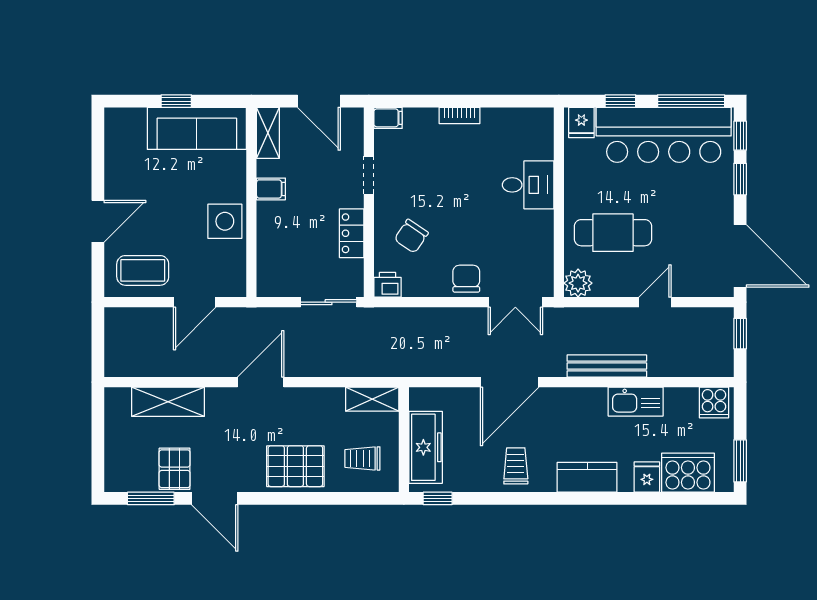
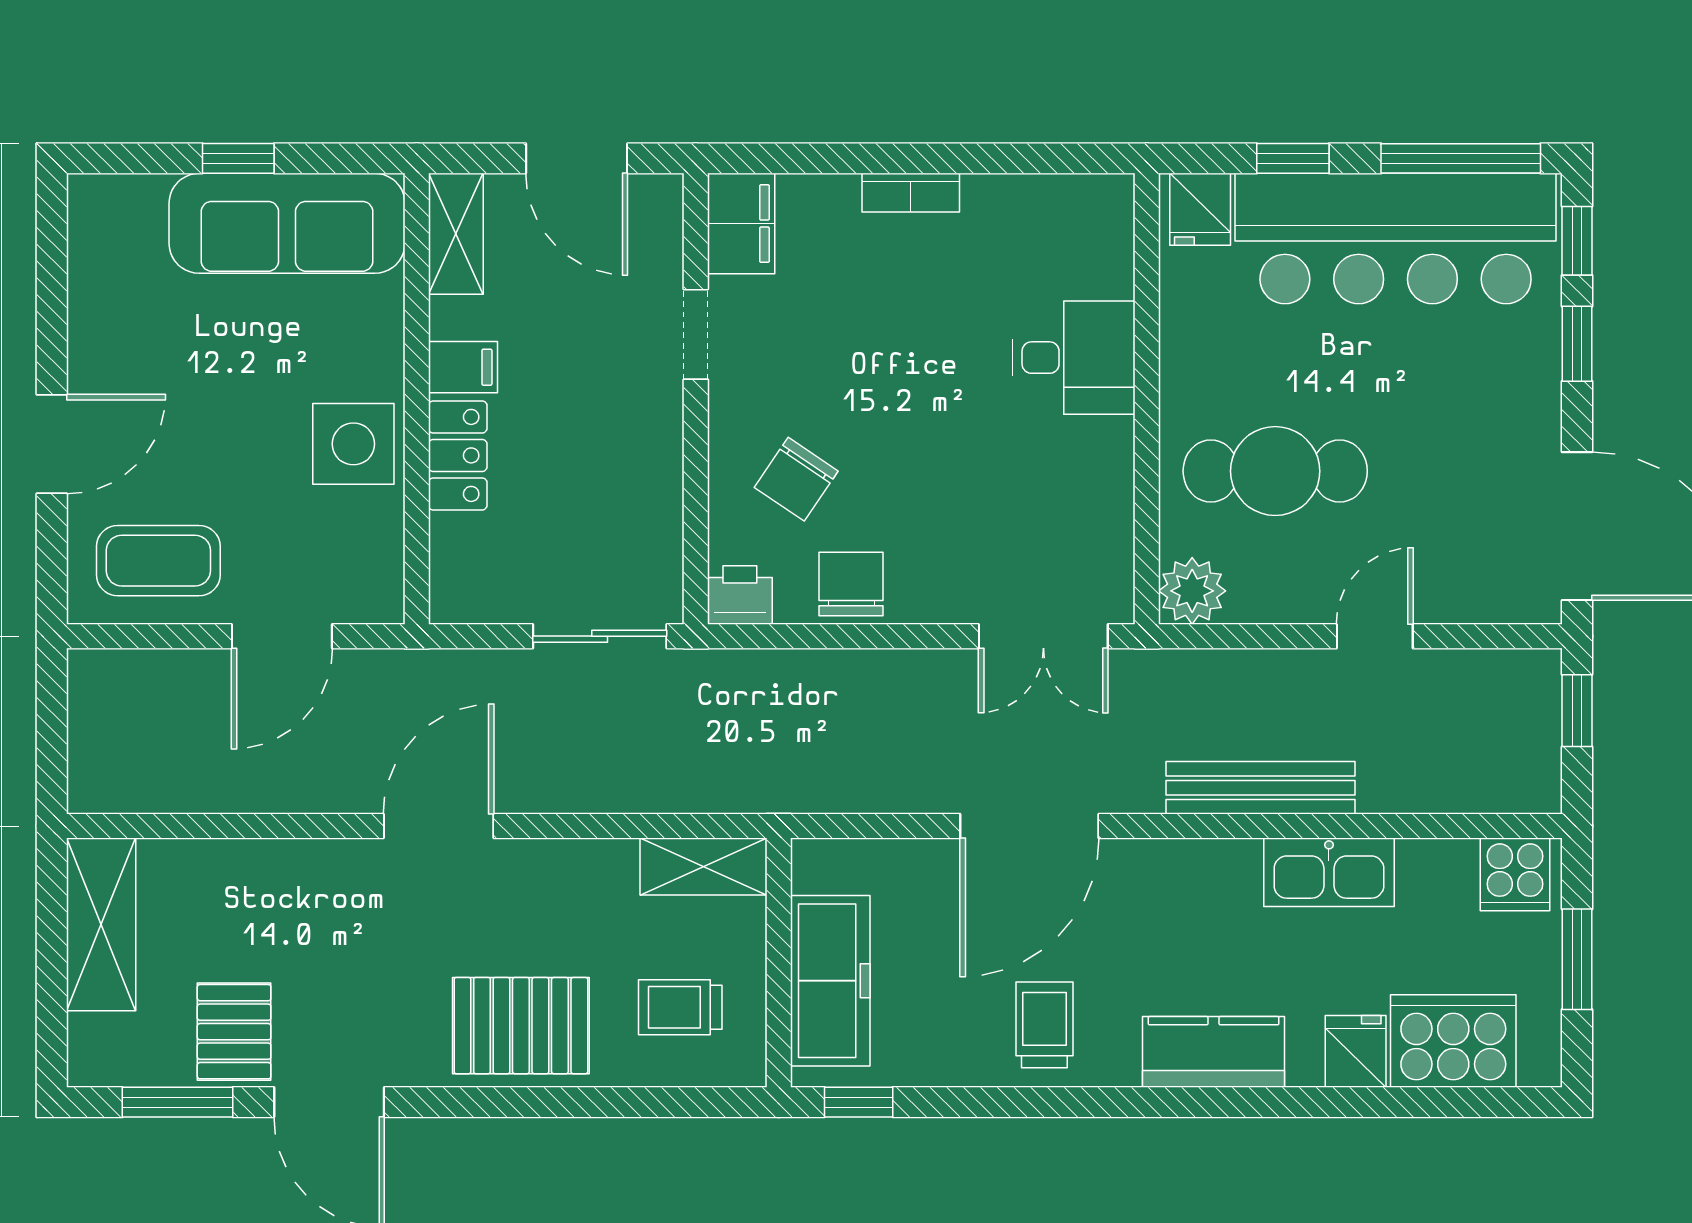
filing cabinet: (388, 118) -> (741, 224), width x2.00
locker: (352, 233) -> (458, 455), moved, turned 180
chair: (466, 279) -> (851, 584), moved
shelving: (168, 402) -> (101, 924), moved, turned 90
window: (740, 461) -> (1577, 959), moved

